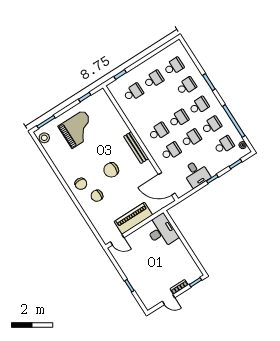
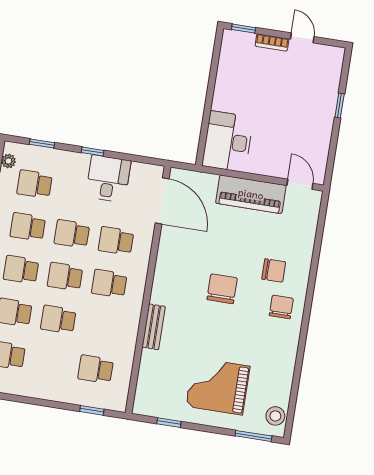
school desk: (154, 79) -> (58, 319), moved
bench: (136, 148) -> (154, 327), moved, width x0.73
chair: (111, 170) -> (222, 289), turned -90

